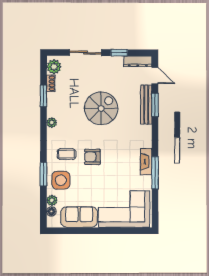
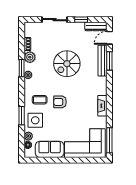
plant: (54, 67) -> (30, 57), moved
door: (155, 76) -> (109, 38), swing flipped
window: (44, 96) -> (22, 68), moved
spiral stairs: (101, 108) -> (67, 64), turned 180
window: (155, 173) -> (109, 140), moved

